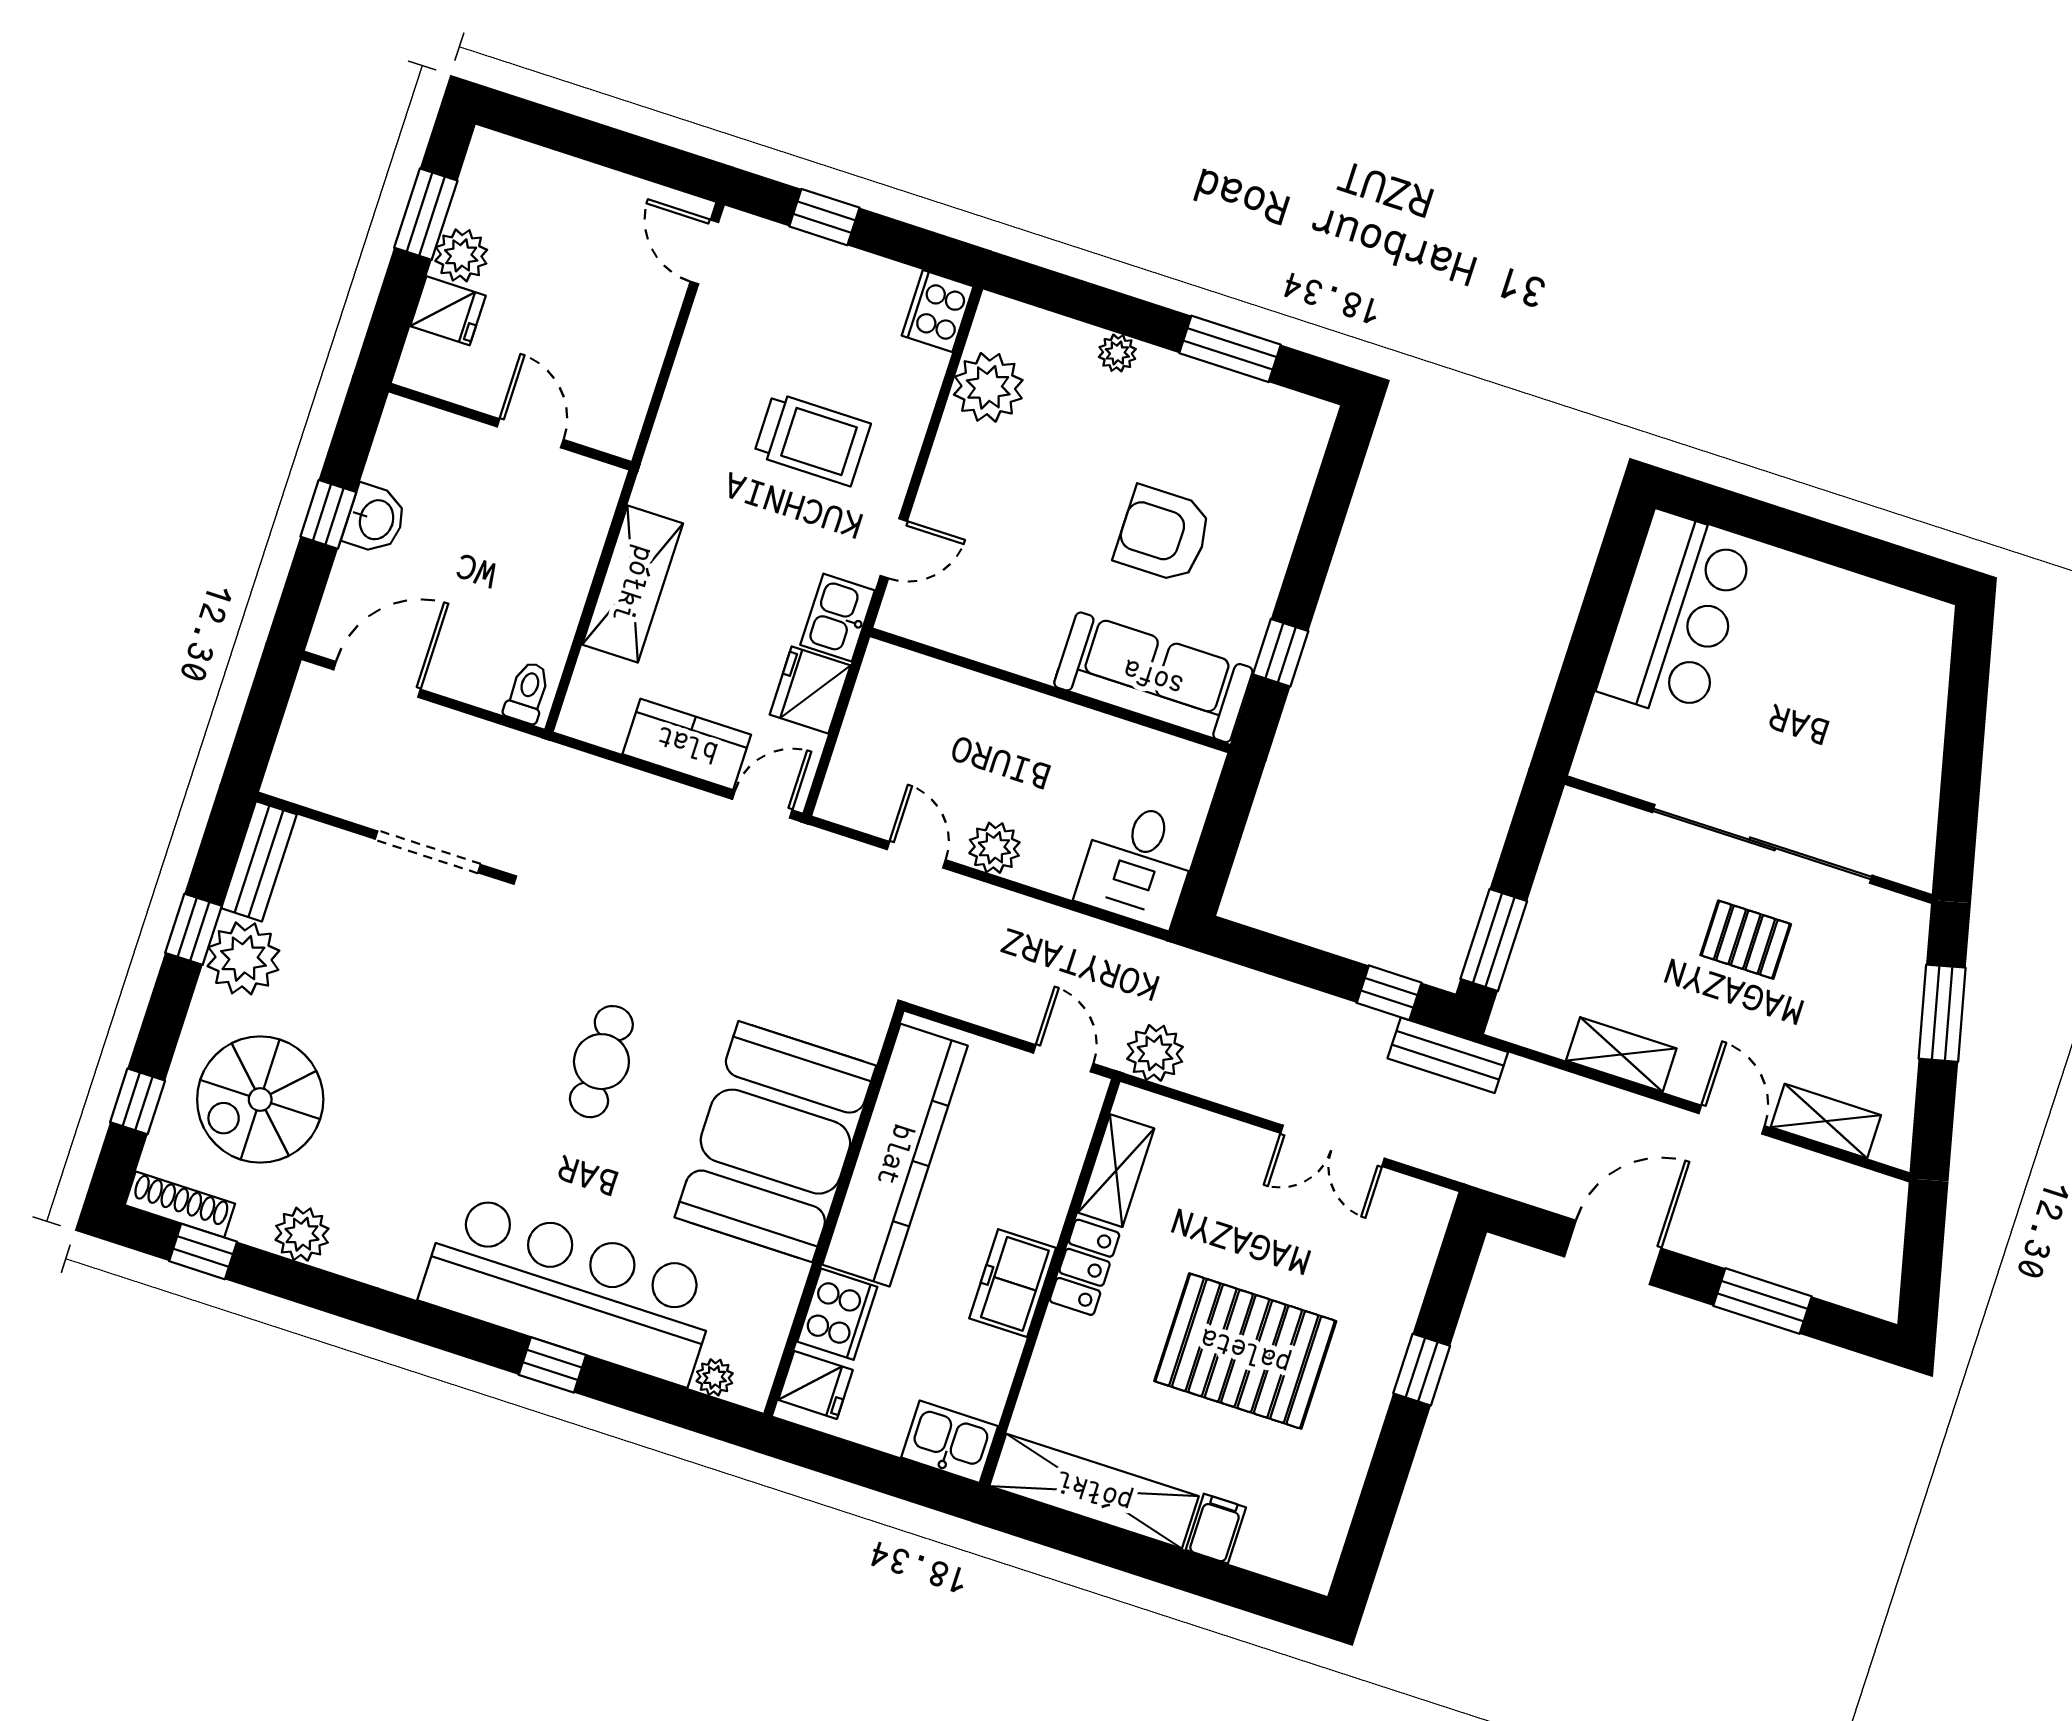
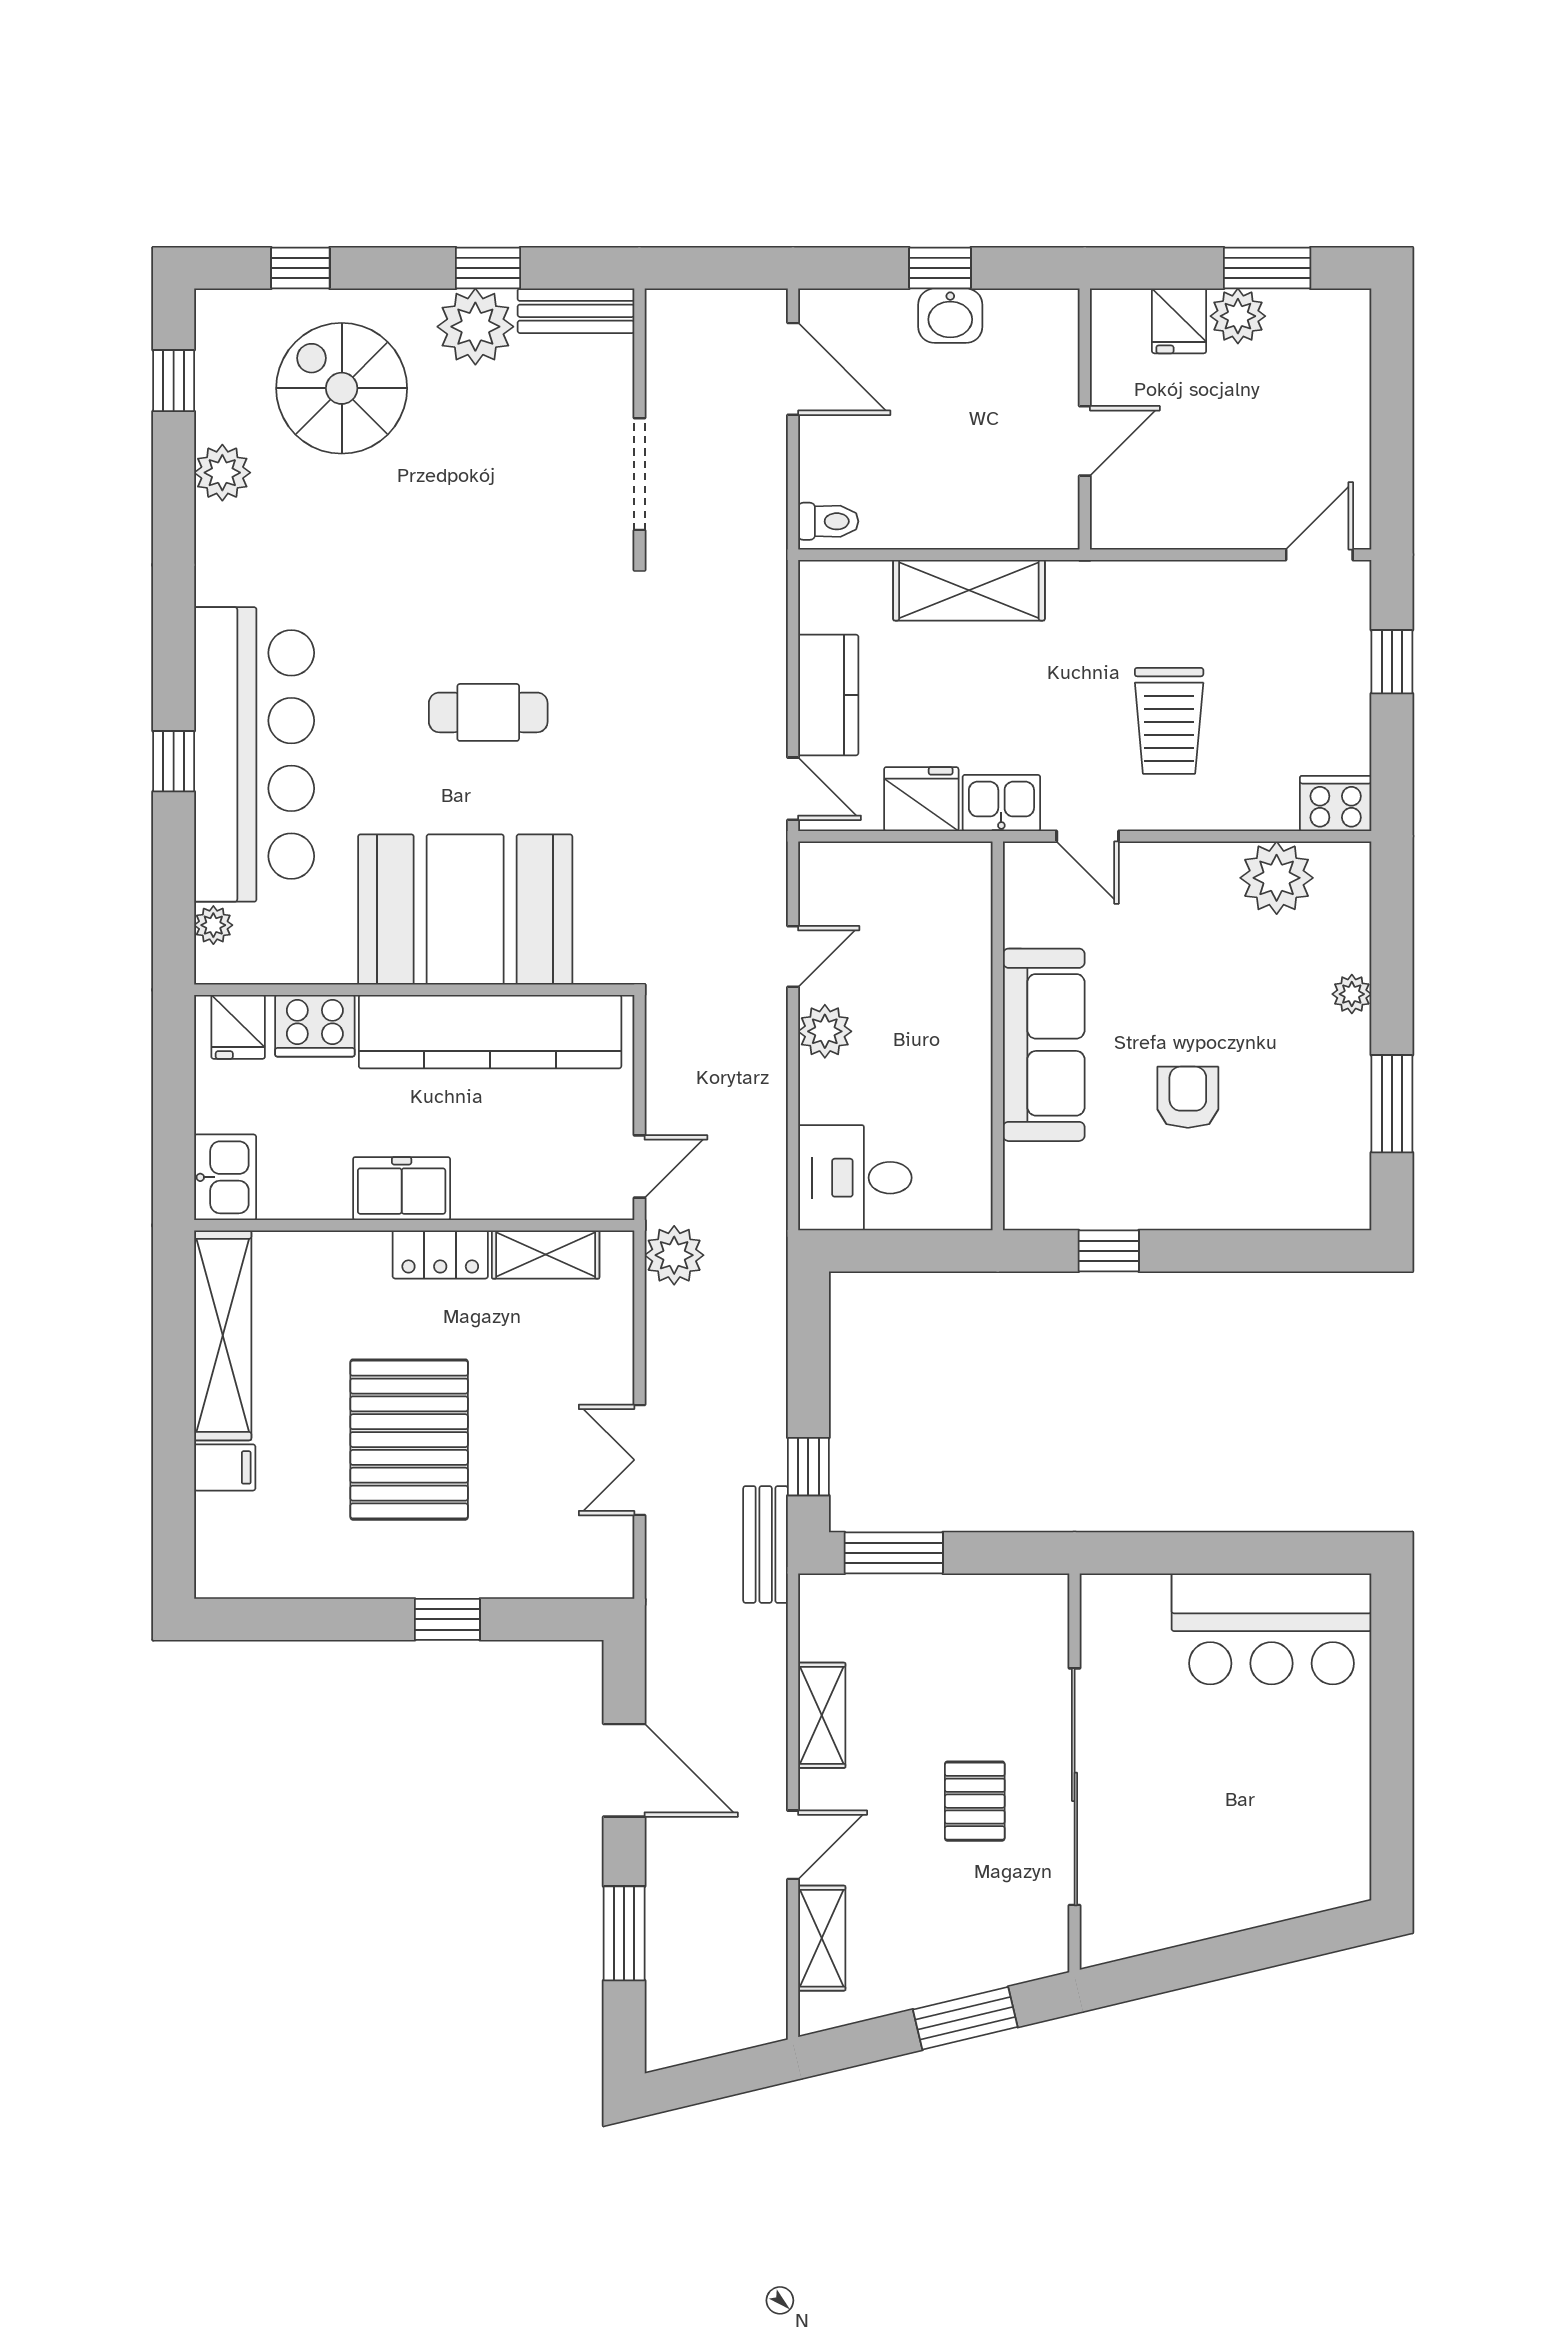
armchair: (1163, 534) -> (1188, 1097), width x0.72, depth x0.72
sofa: (1153, 677) -> (1044, 1045), moved
shoe rack: (180, 1204) -> (213, 343), removed

